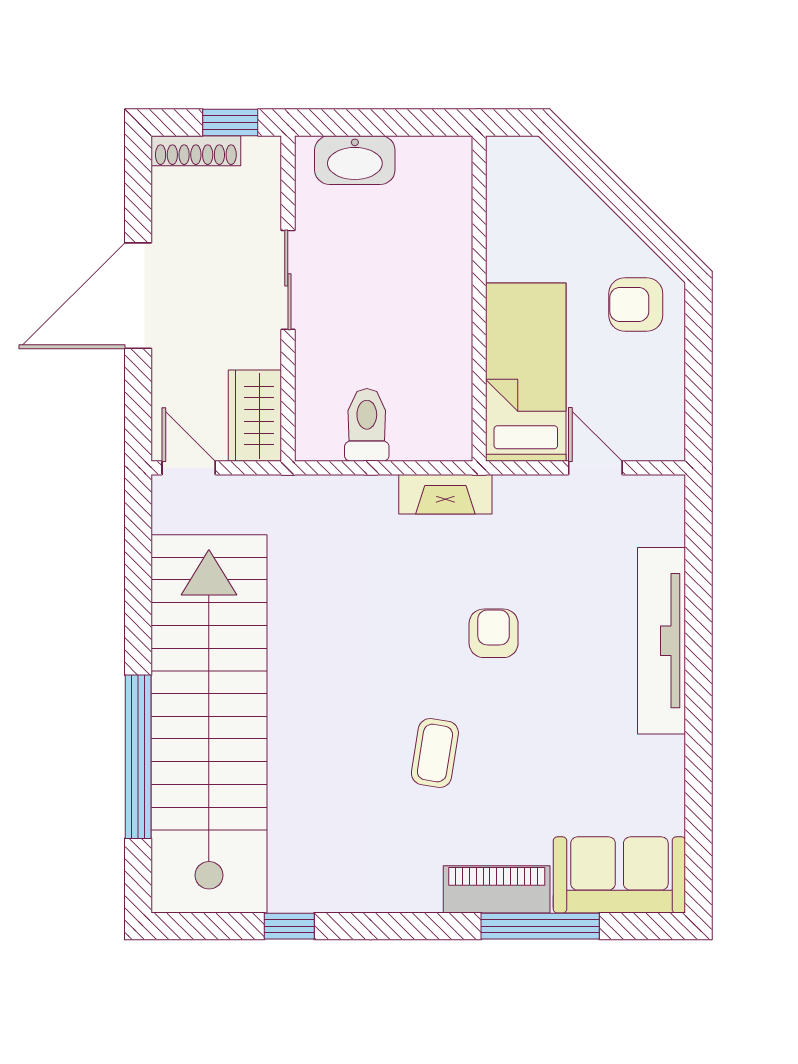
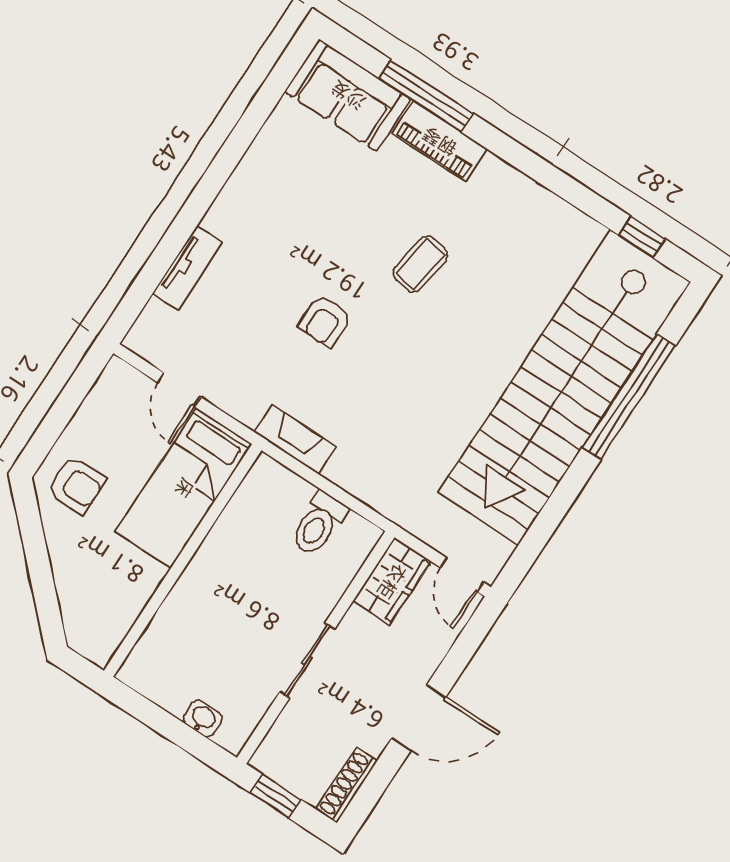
shoe rack: (196, 151) -> (347, 785), moved, turned -90
washbasin: (355, 160) -> (203, 719), width x0.52, depth x0.69
door: (138, 296) -> (419, 718), width x0.73
tv unit: (662, 641) -> (187, 268), width x0.52, depth x0.78
window: (289, 926) -> (642, 237), moved

